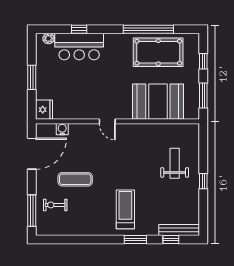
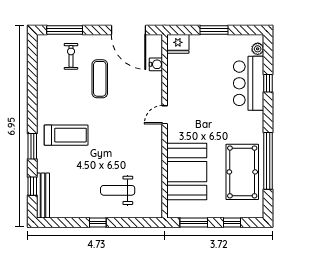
weight bench: (175, 163) -> (118, 190), turned 180

